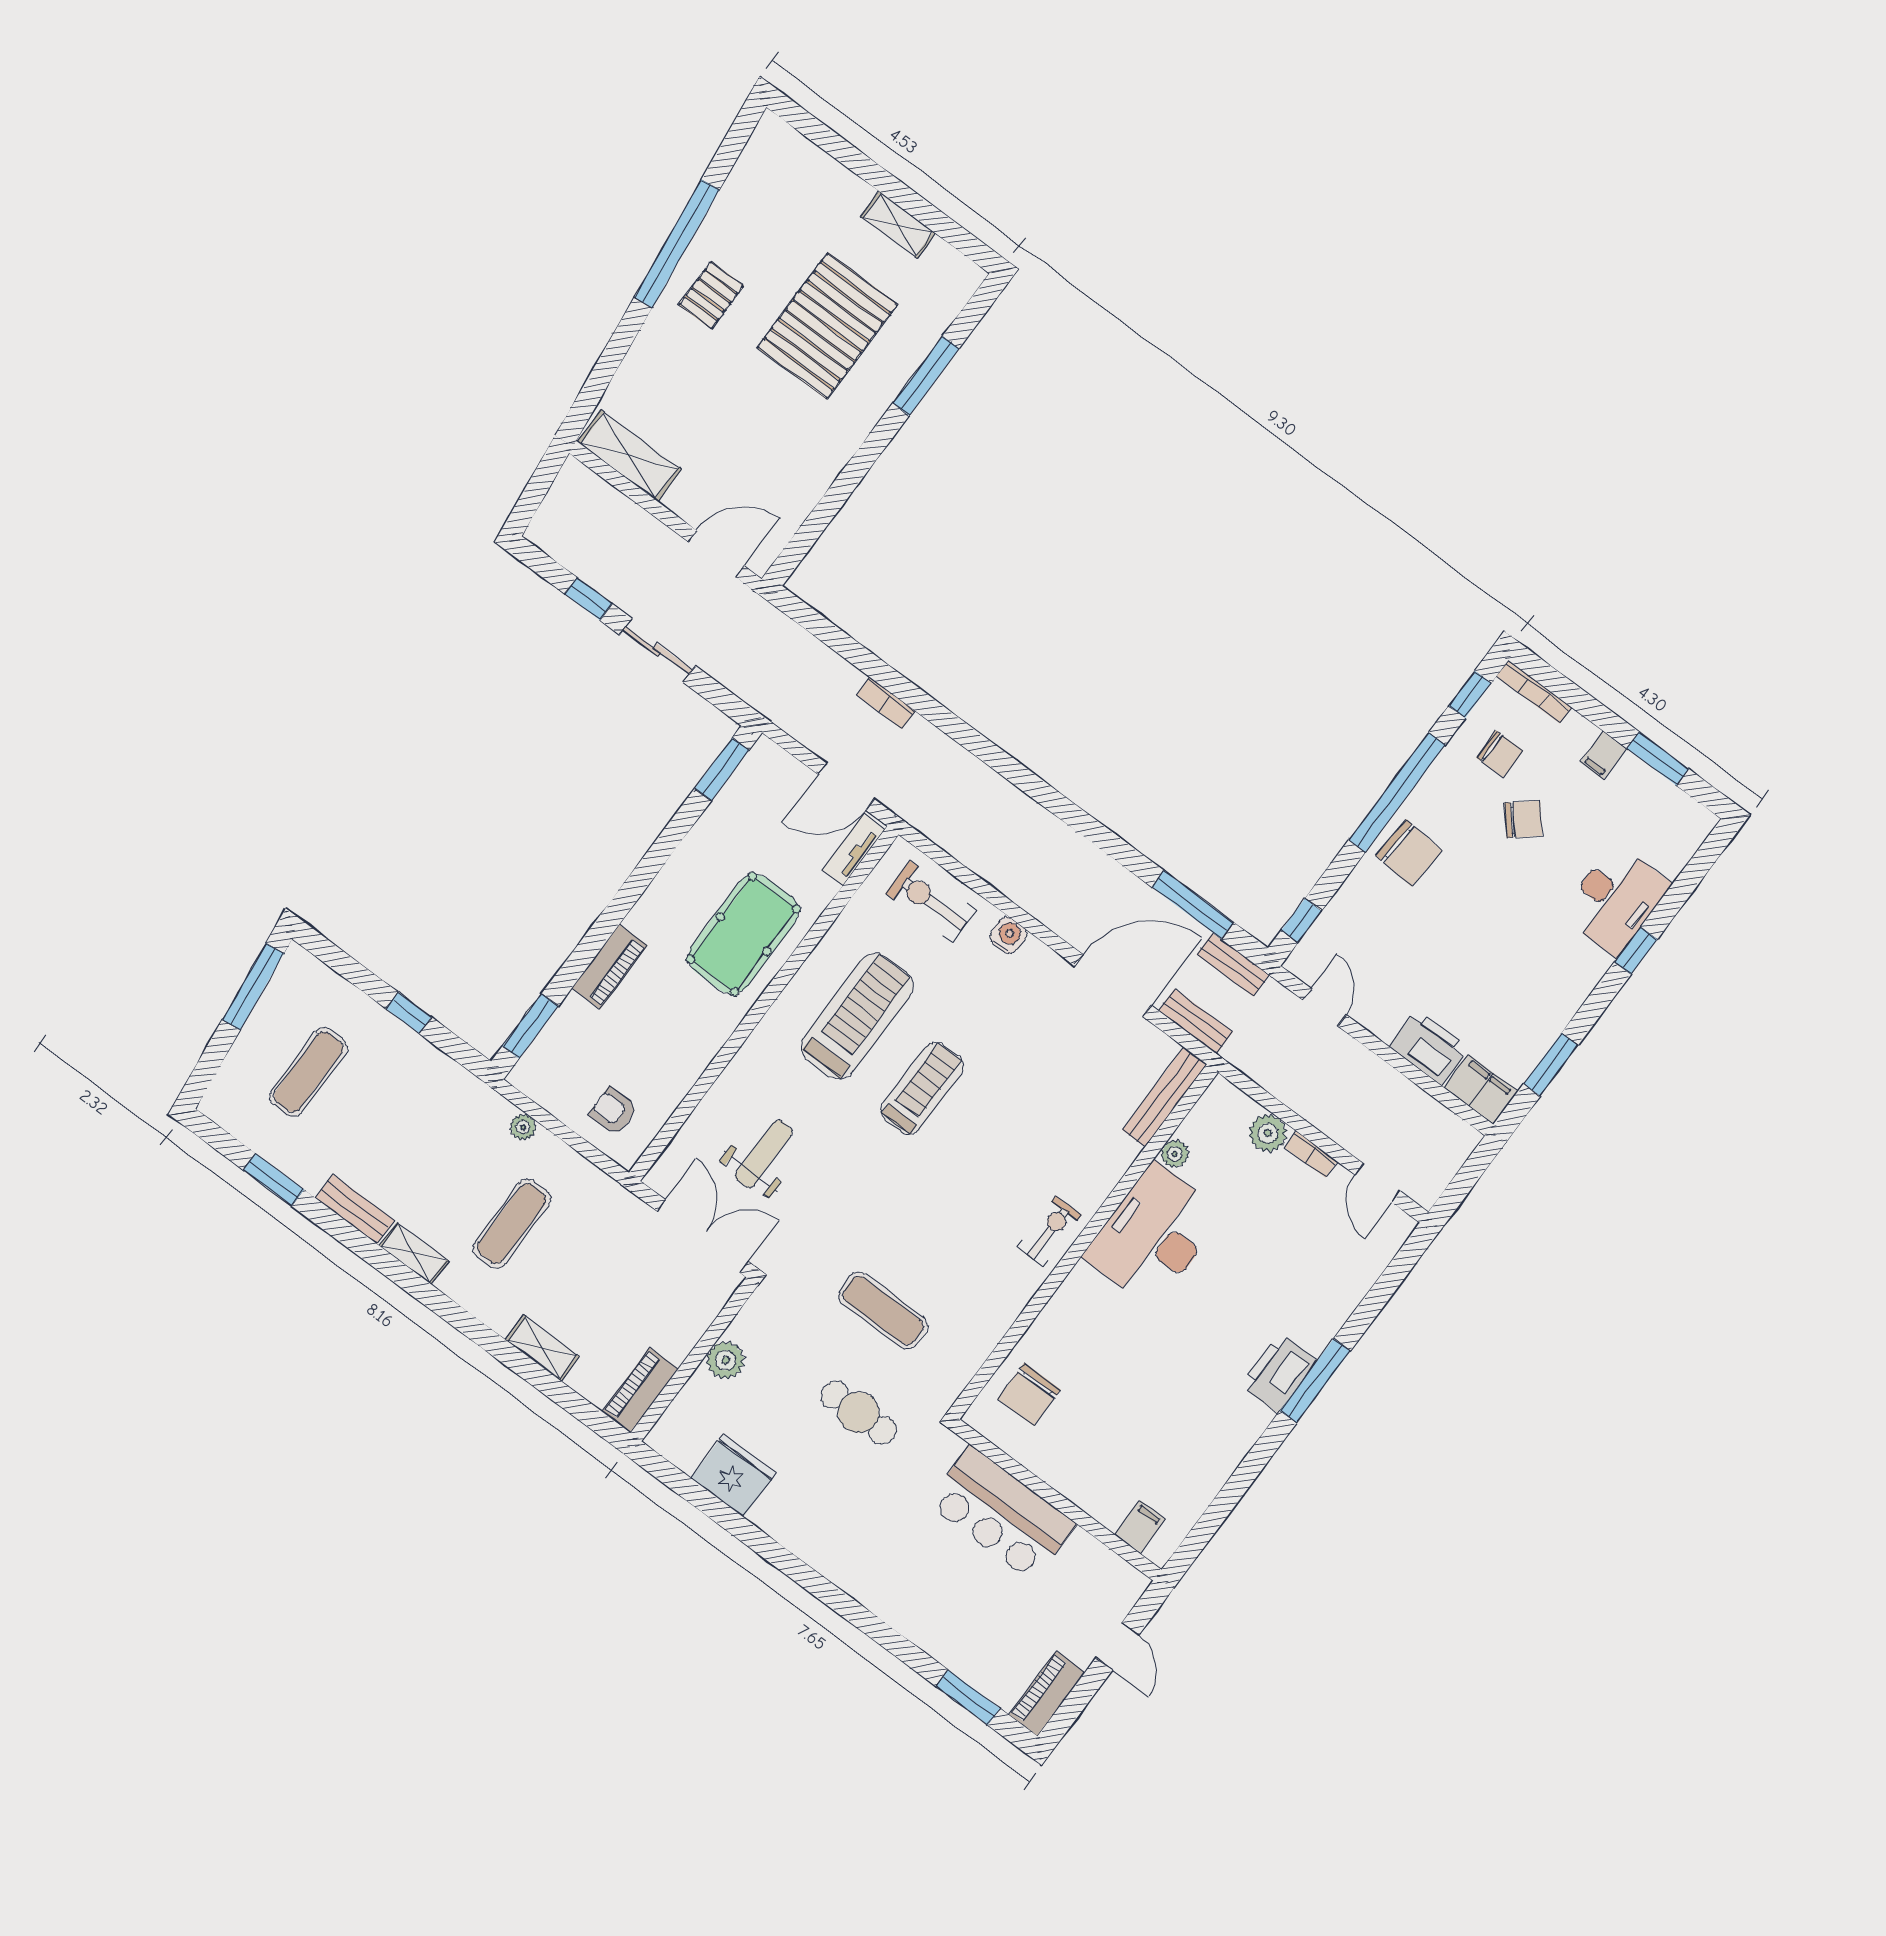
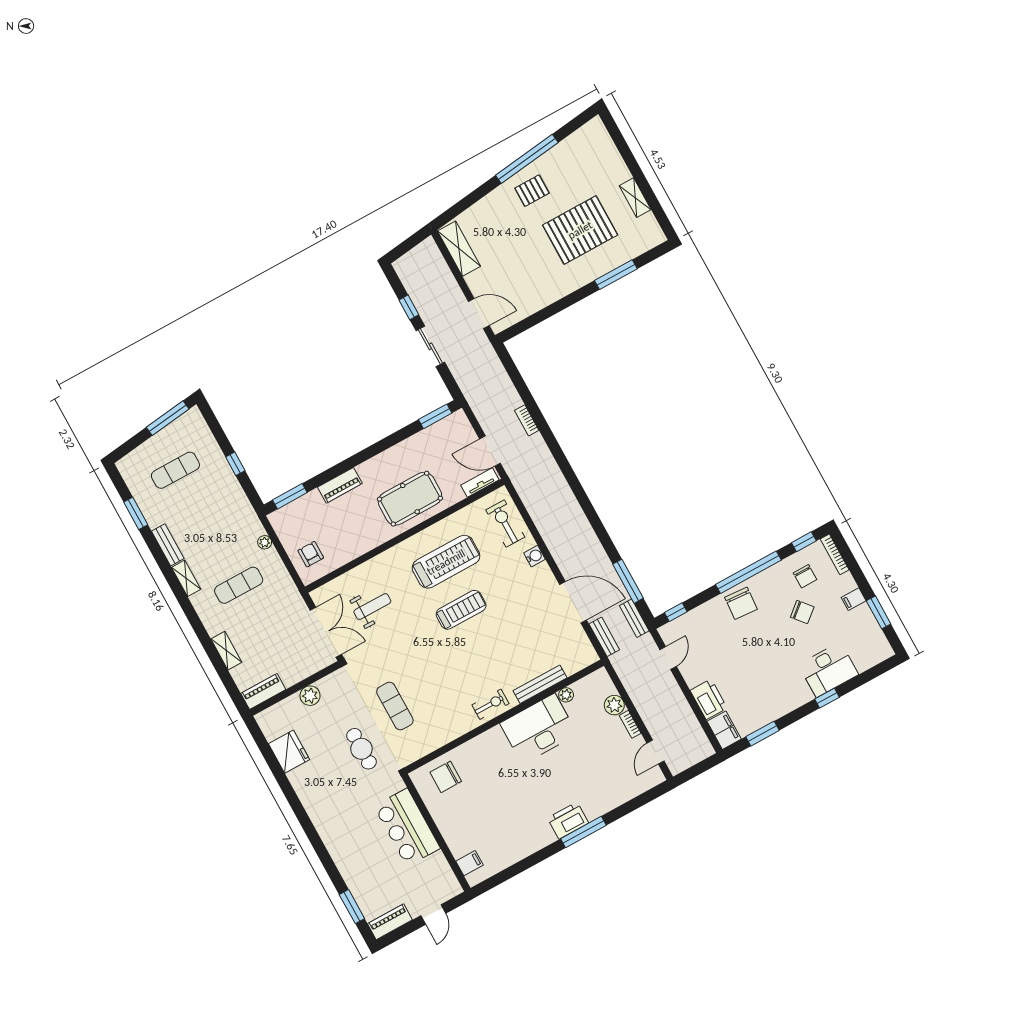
bench: (1165, 1097) -> (540, 684), moved

